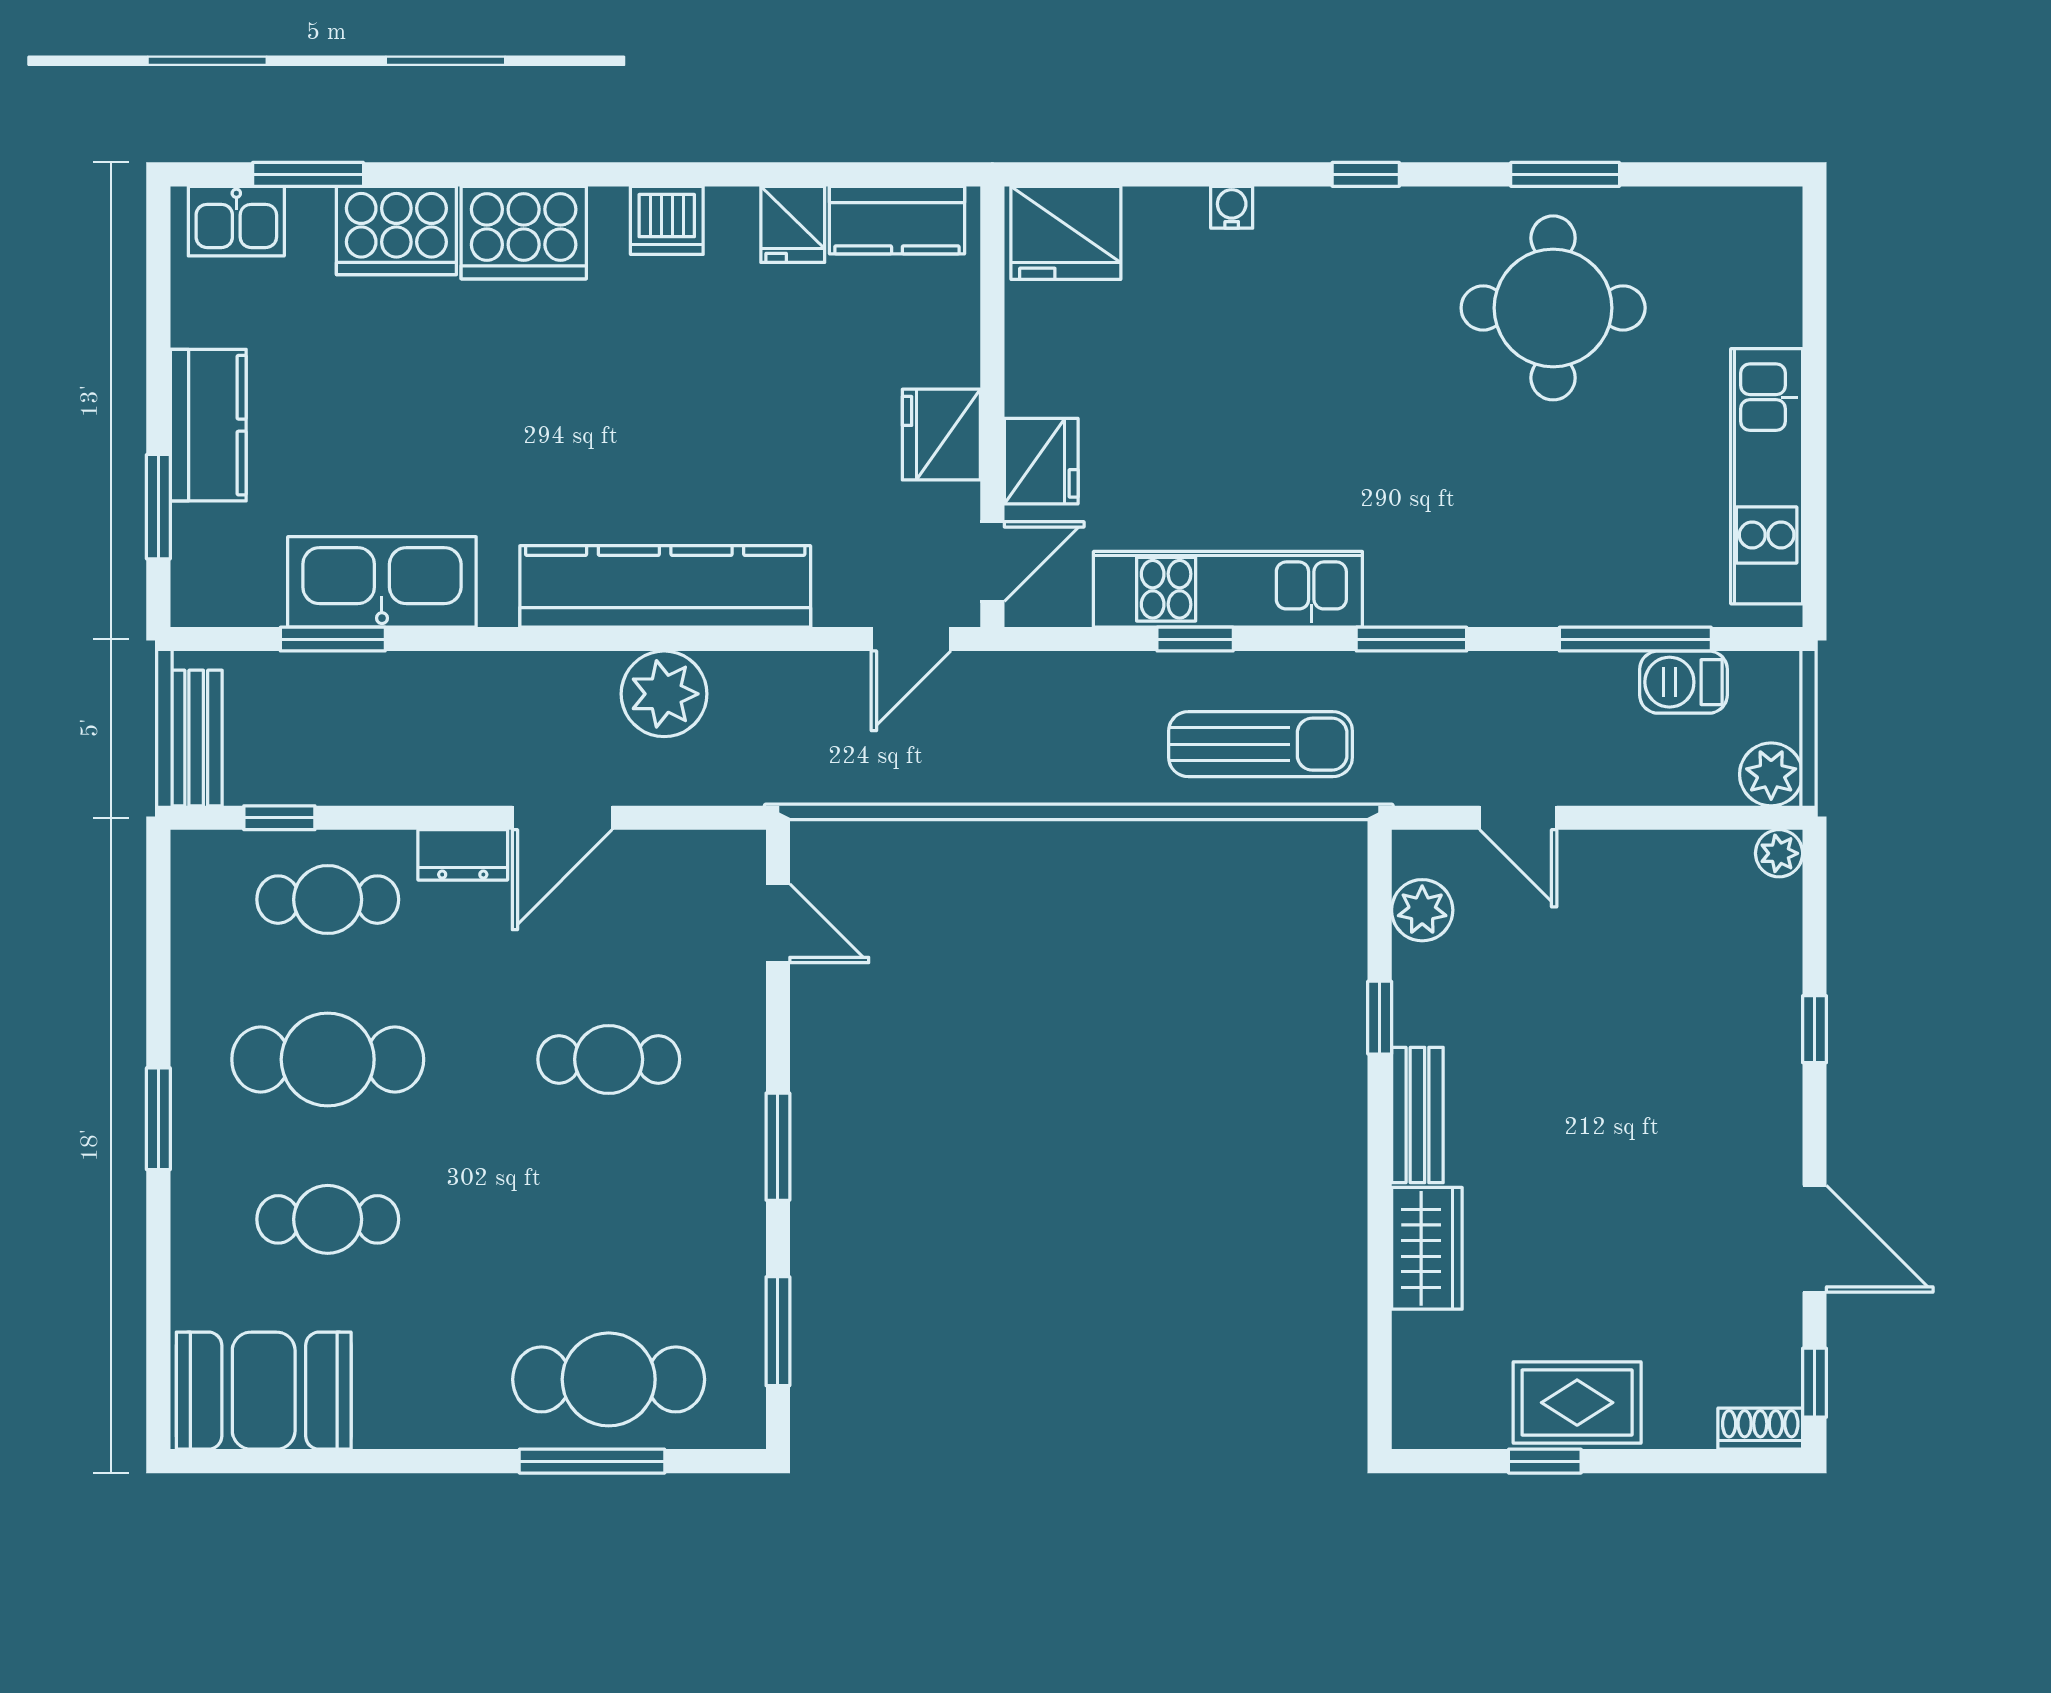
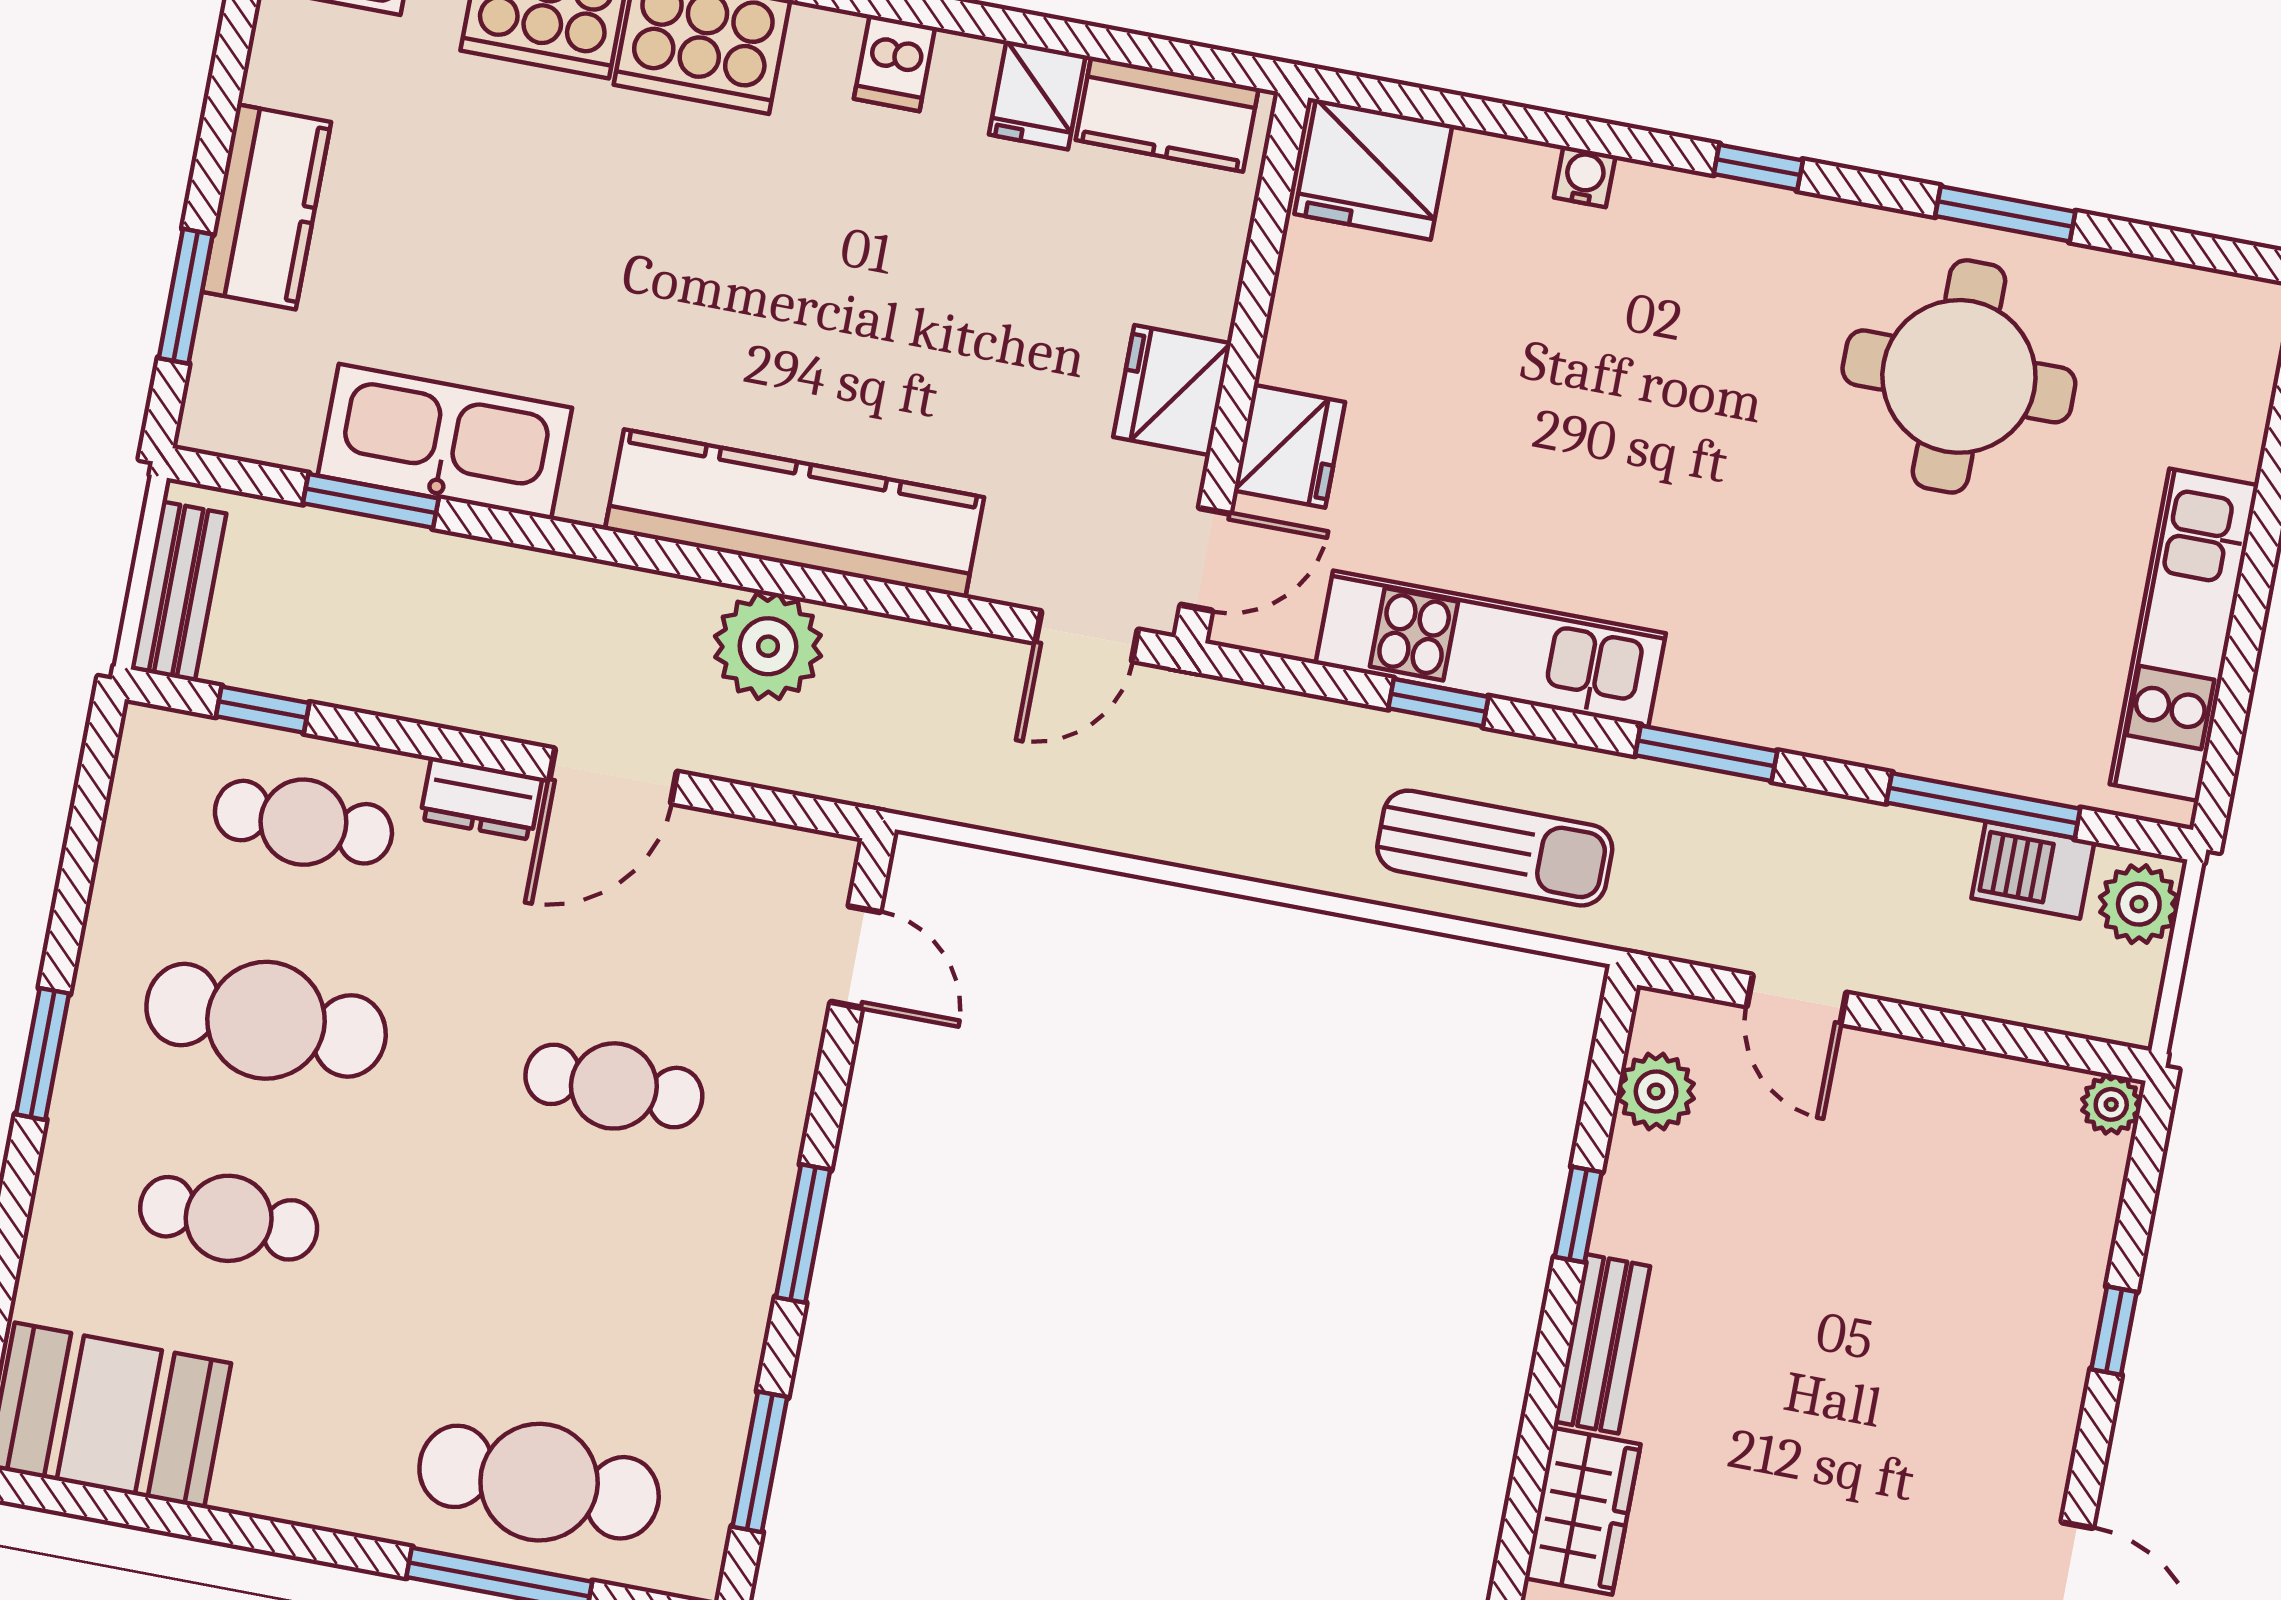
dishwasher: (667, 220) -> (895, 63), width x0.73
plant: (1771, 774) -> (2139, 904), moved

